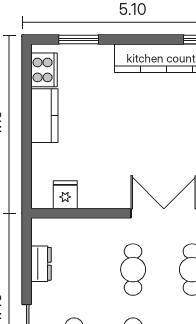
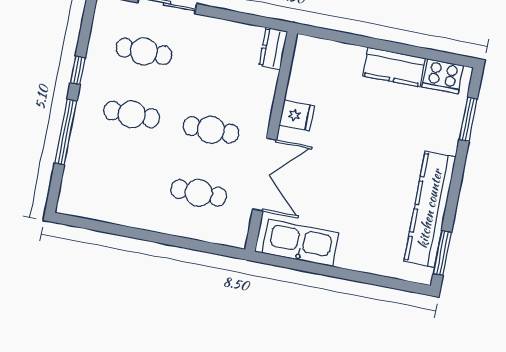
fridge: (65, 195) -> (297, 115), moved
dresser: (41, 264) -> (273, 49), moved, turned 90

